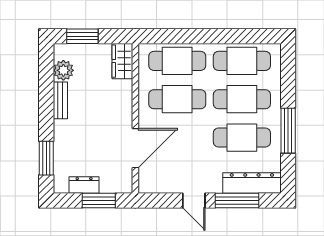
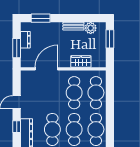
wardrobe: (122, 61) -> (81, 62), moved
door: (135, 148) -> (46, 69), swing flipped
window: (237, 201) -> (17, 127), width x0.46

